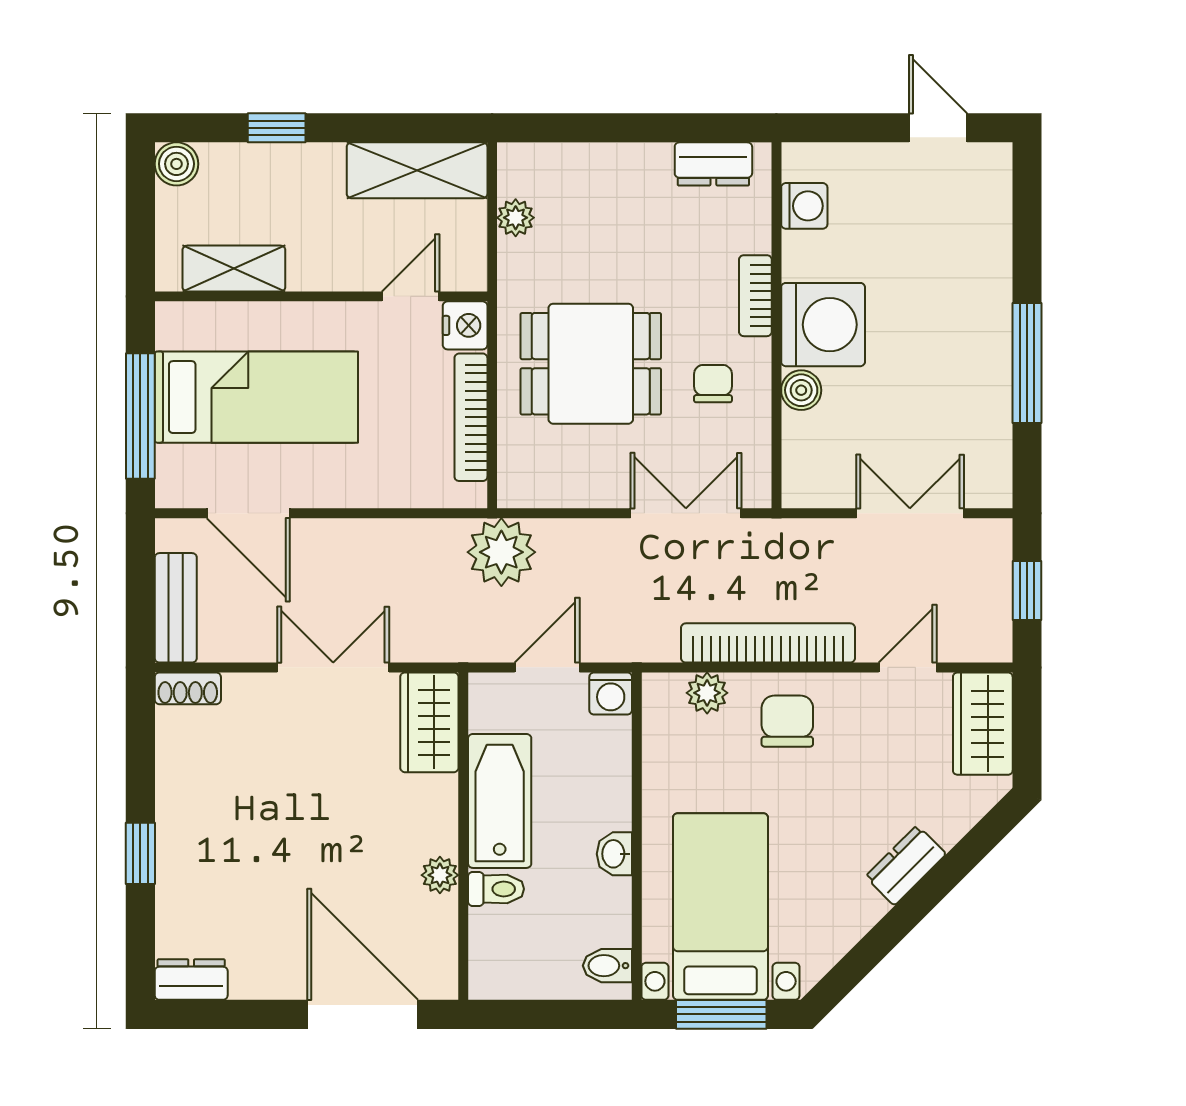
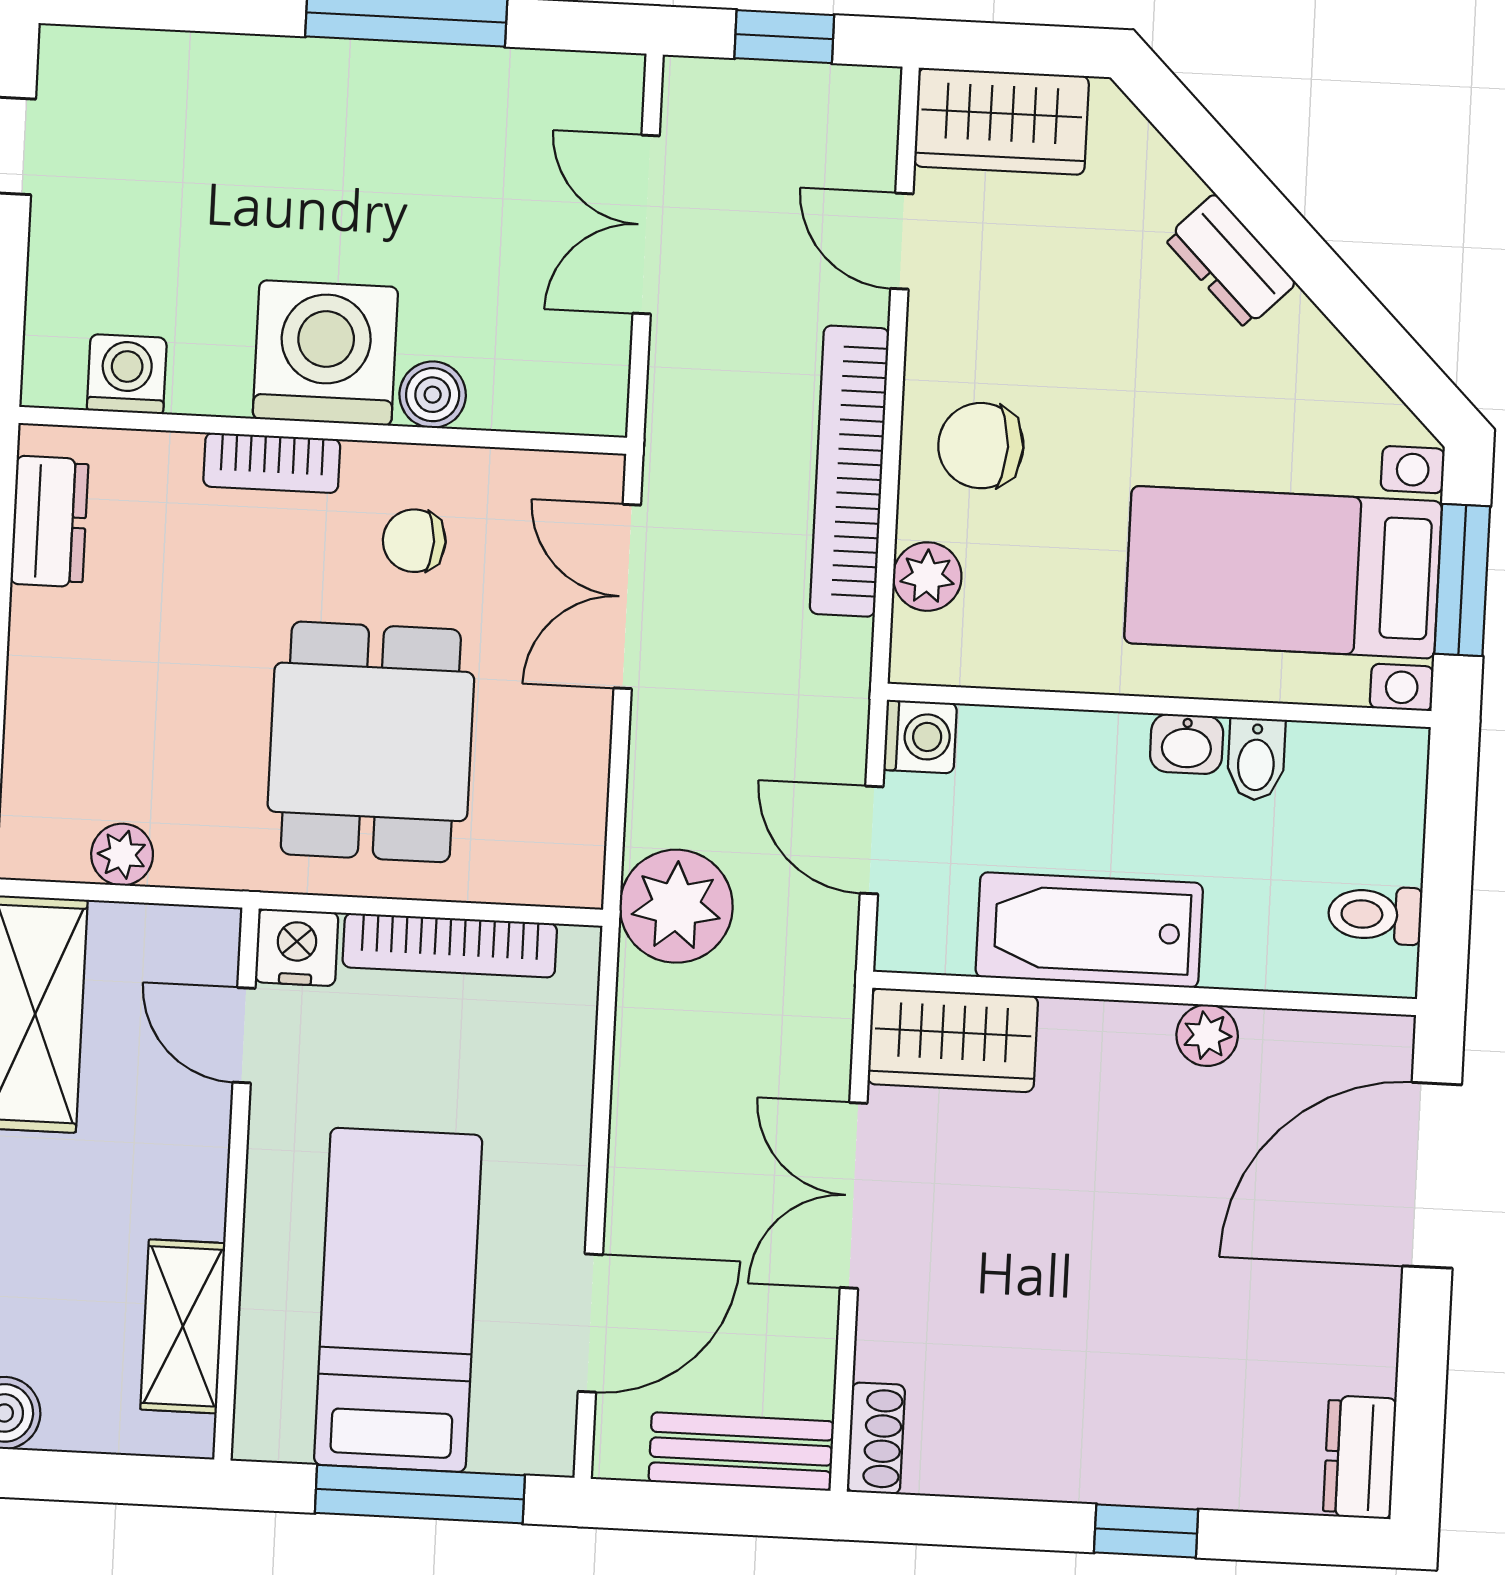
toilet: (496, 889) -> (1375, 915), moved, turned -90
bidet: (607, 966) -> (1256, 759), moved

